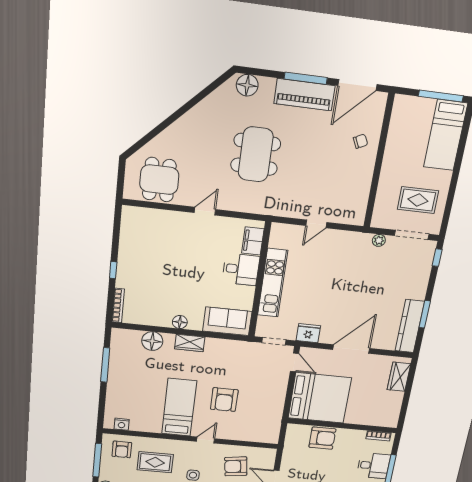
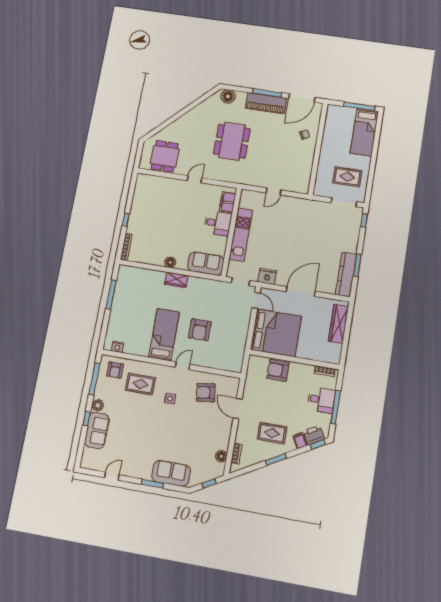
plant: (379, 240) -> (320, 205), removed
floor lamp: (152, 341) -> (148, 277), removed
wardrobe: (399, 377) -> (338, 324), width x1.50
armchair: (322, 438) -> (278, 370), turned 180

